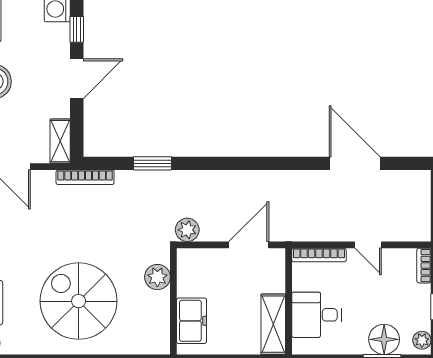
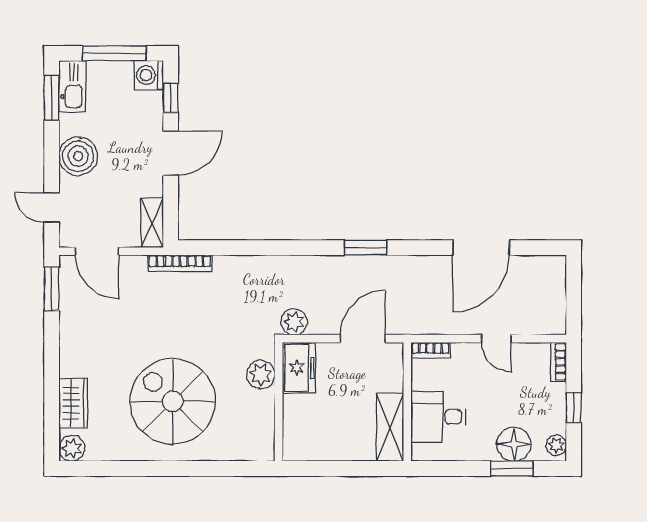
window: (152, 163) -> (365, 248), moved
door: (355, 163) -> (481, 248), swing flipped
bookcase: (319, 255) -> (430, 350), width x0.64
freezer: (192, 321) -> (299, 368), moved

